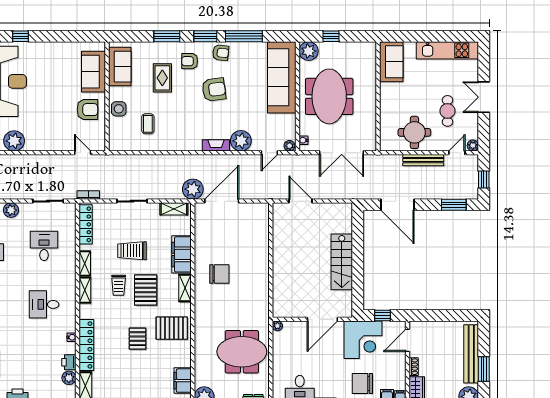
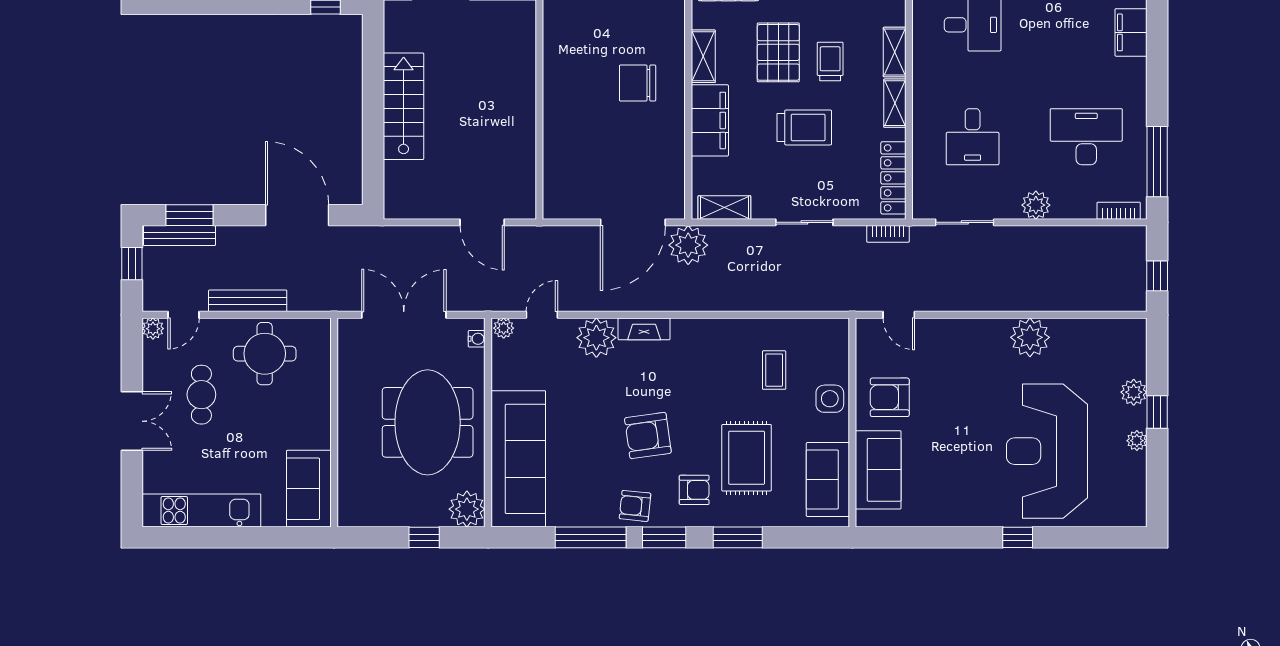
rug: (162, 78) -> (747, 458), width x1.36, depth x1.43
bench: (459, 194) -> (179, 236), added

